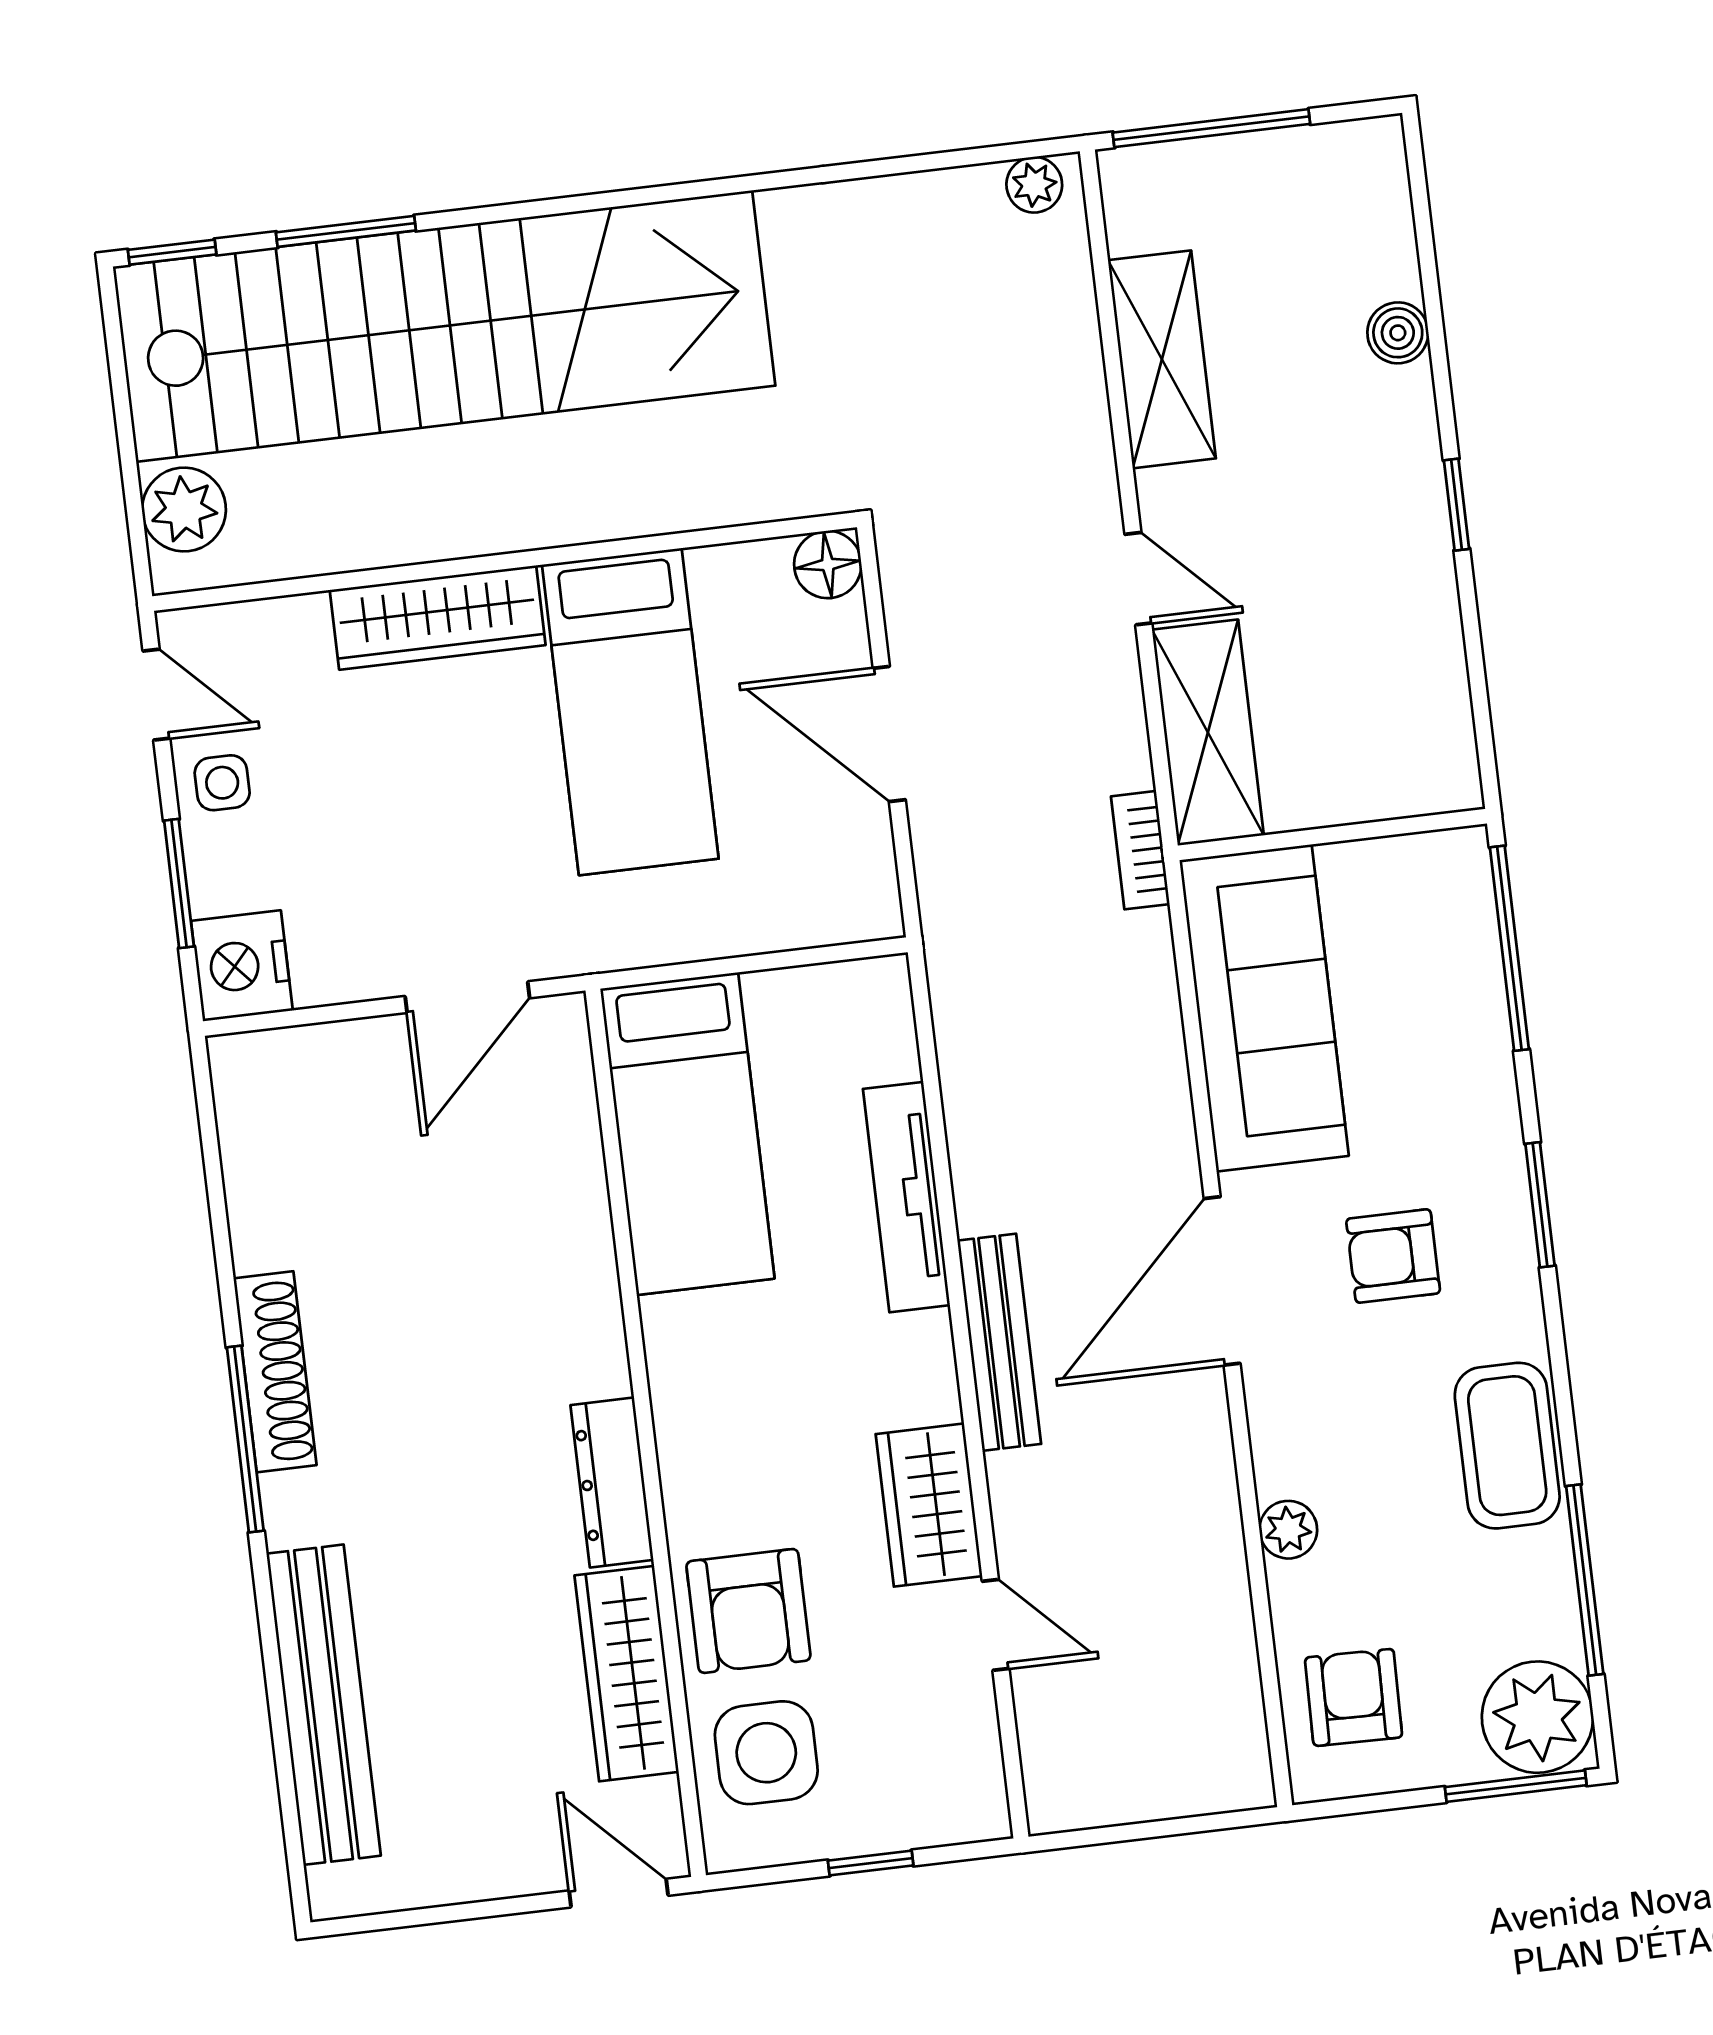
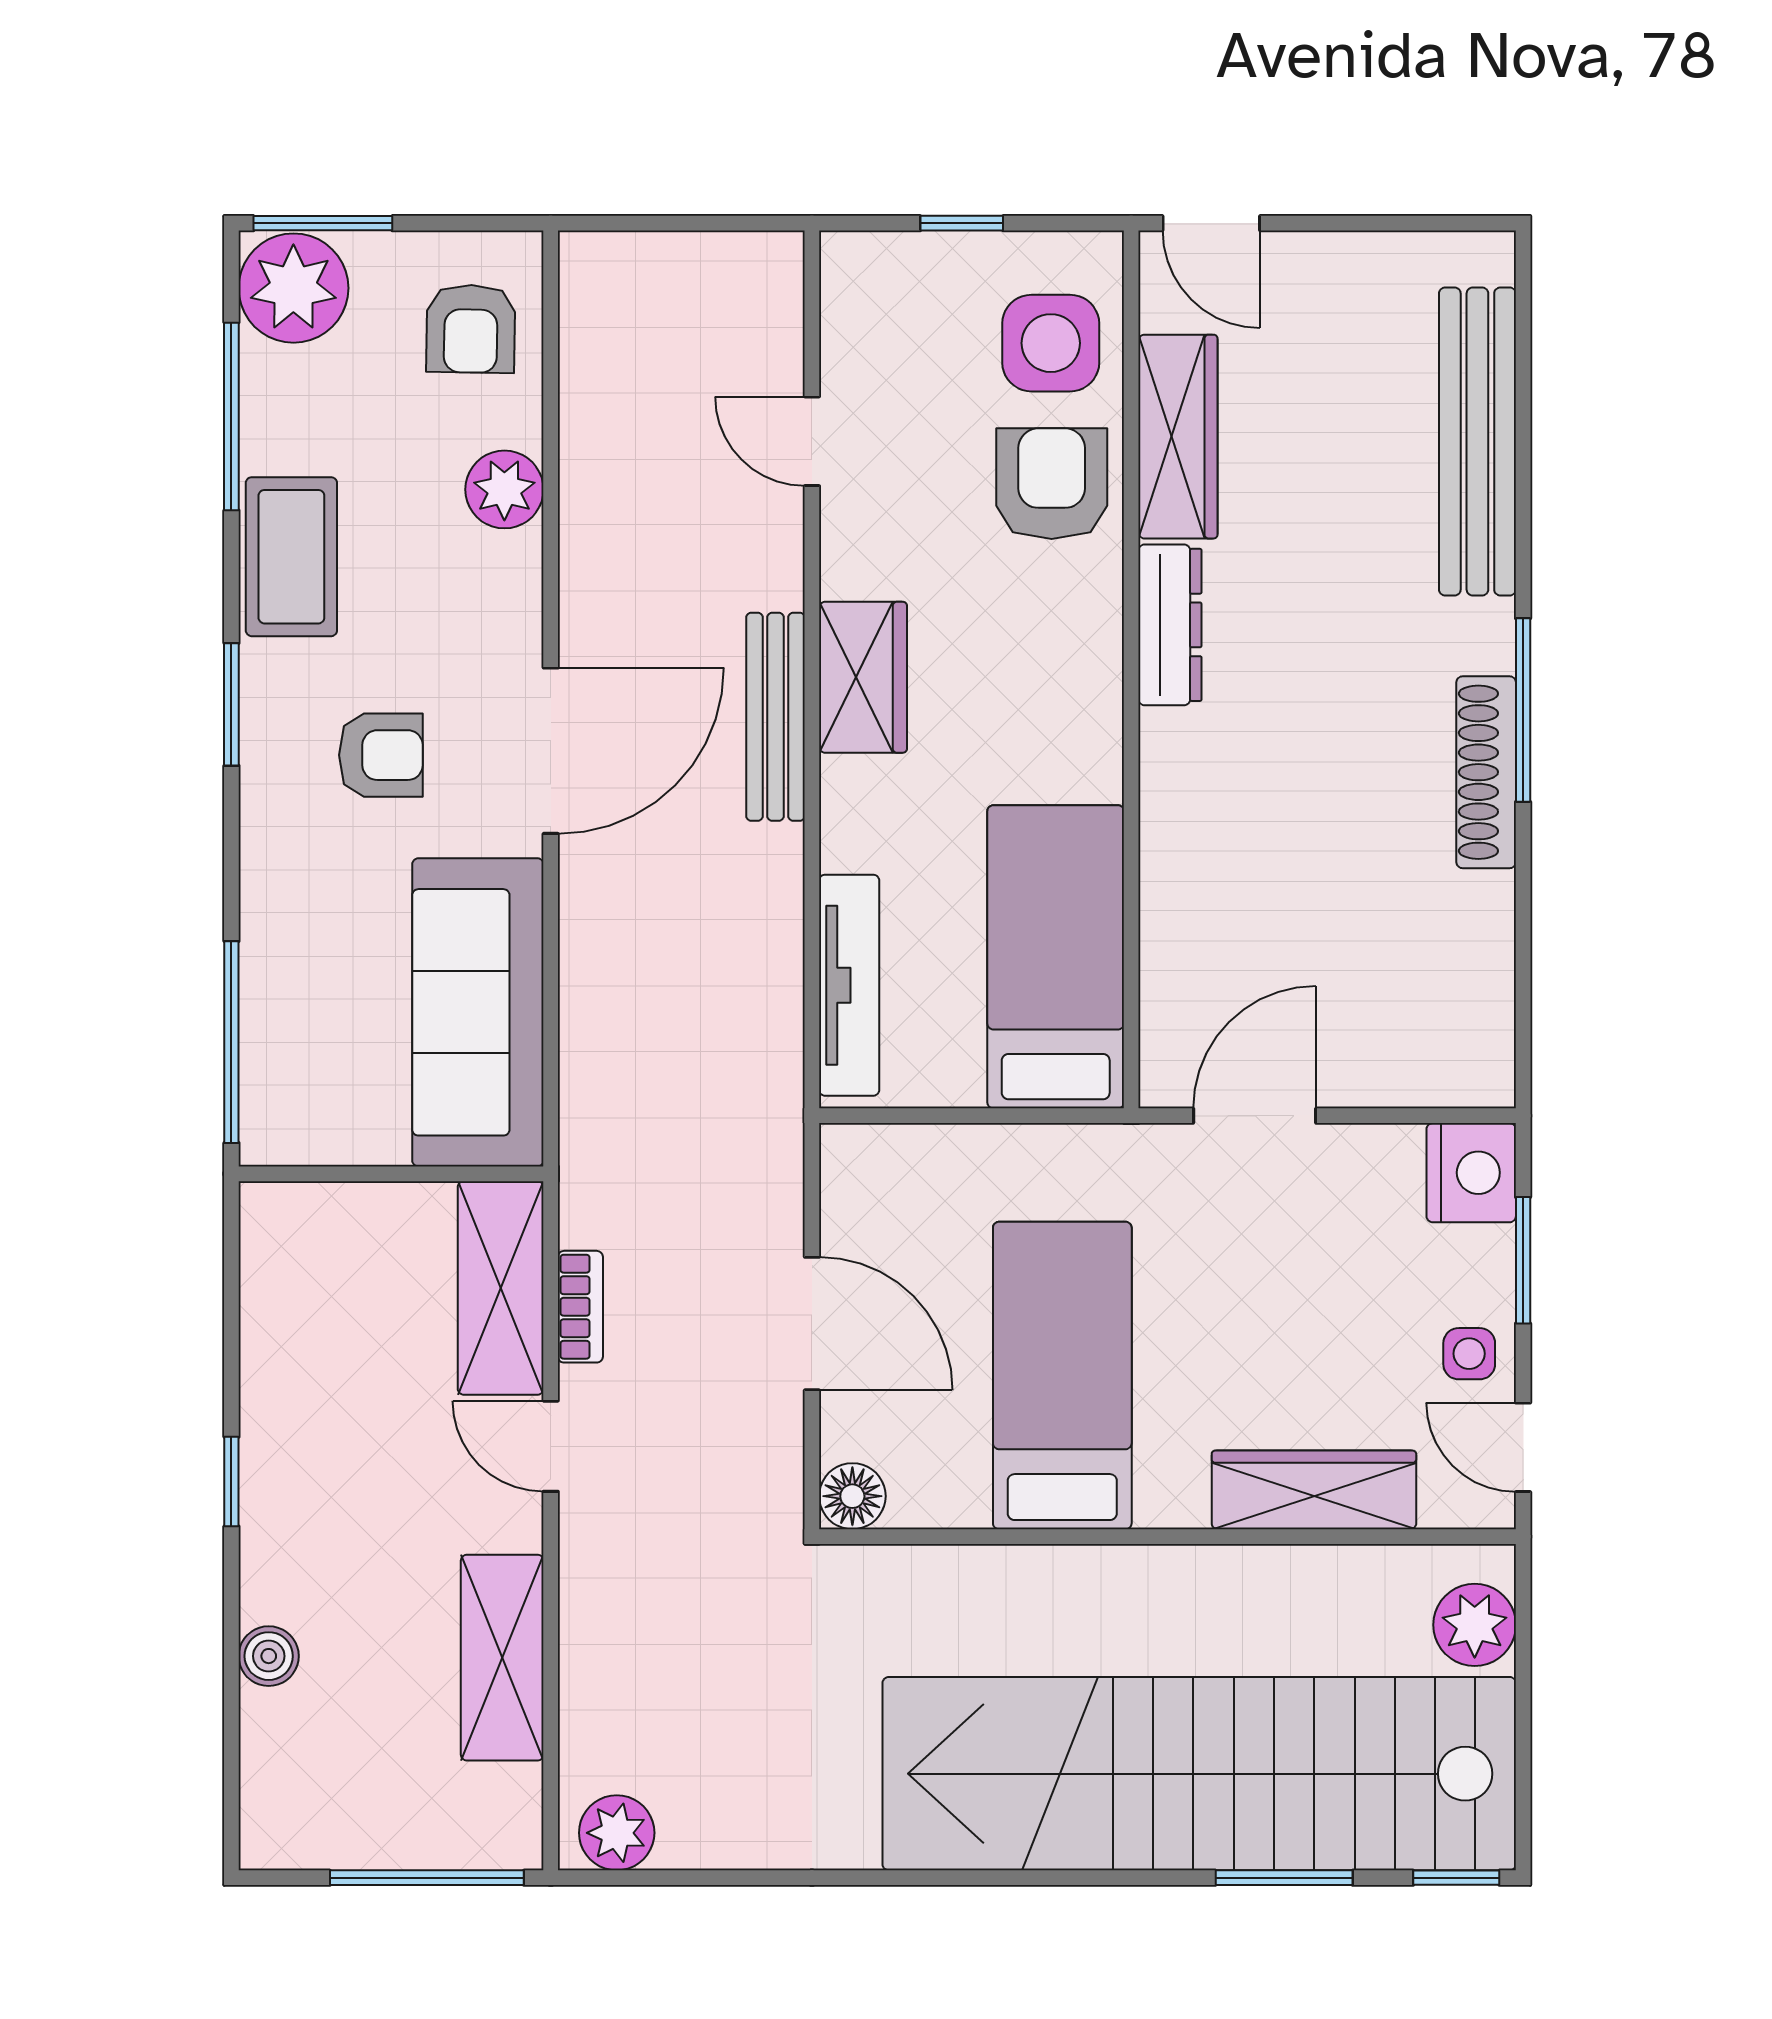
plant: (1034, 185) -> (617, 1833), width x1.38, depth x1.38
wardrobe: (438, 618) -> (1314, 1490), moved
bookcase: (1140, 850) -> (580, 1307), moved
tv unit: (906, 1197) -> (849, 985), moved
window: (1540, 1205) -> (231, 704), moved
wardrobe: (929, 1505) -> (863, 677), moved
plant: (1288, 1530) -> (504, 489), width x1.38, depth x1.38

